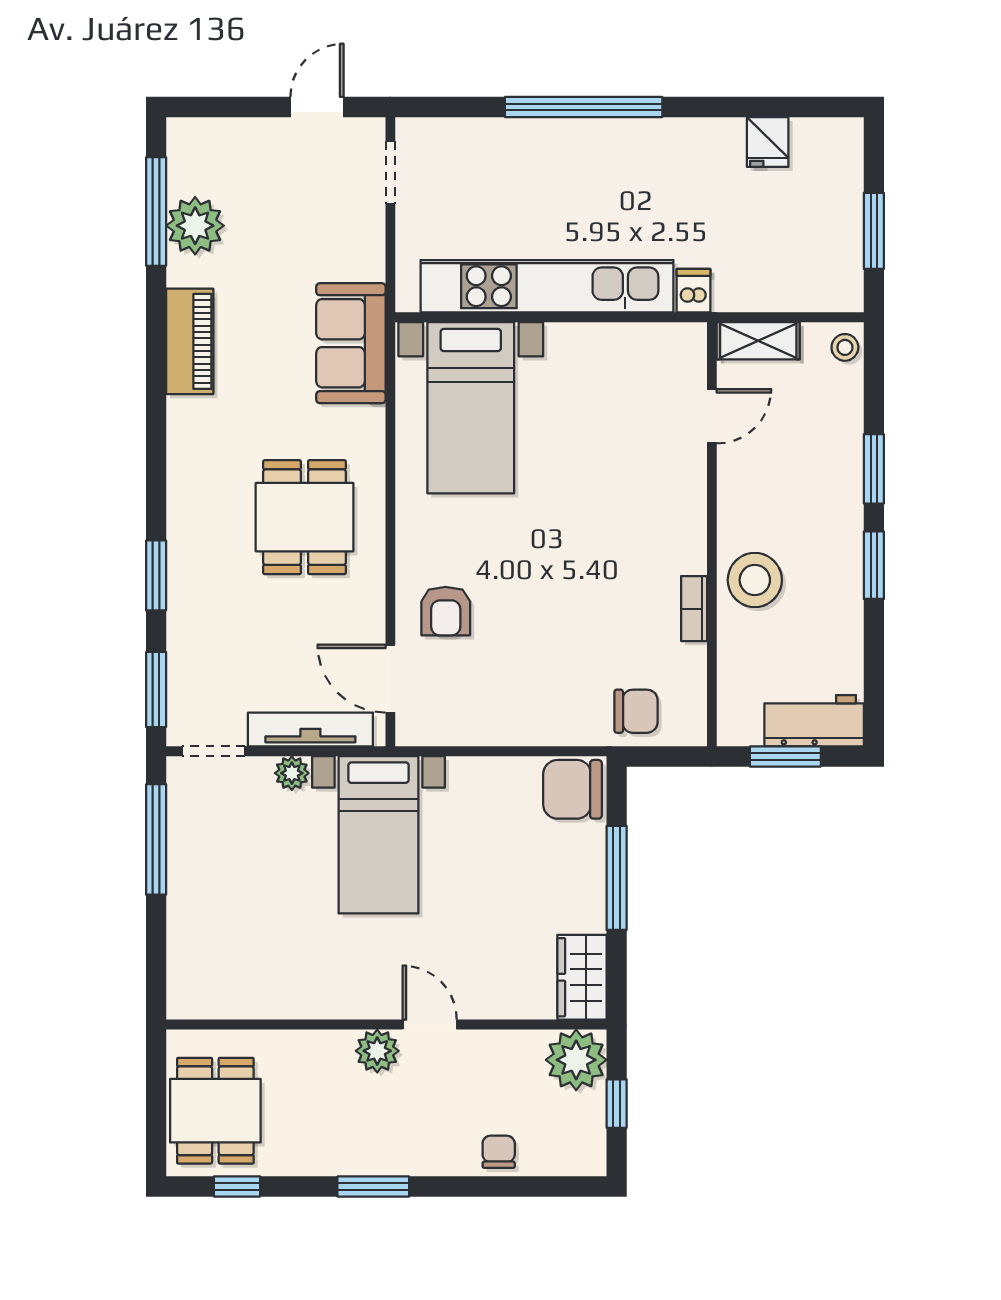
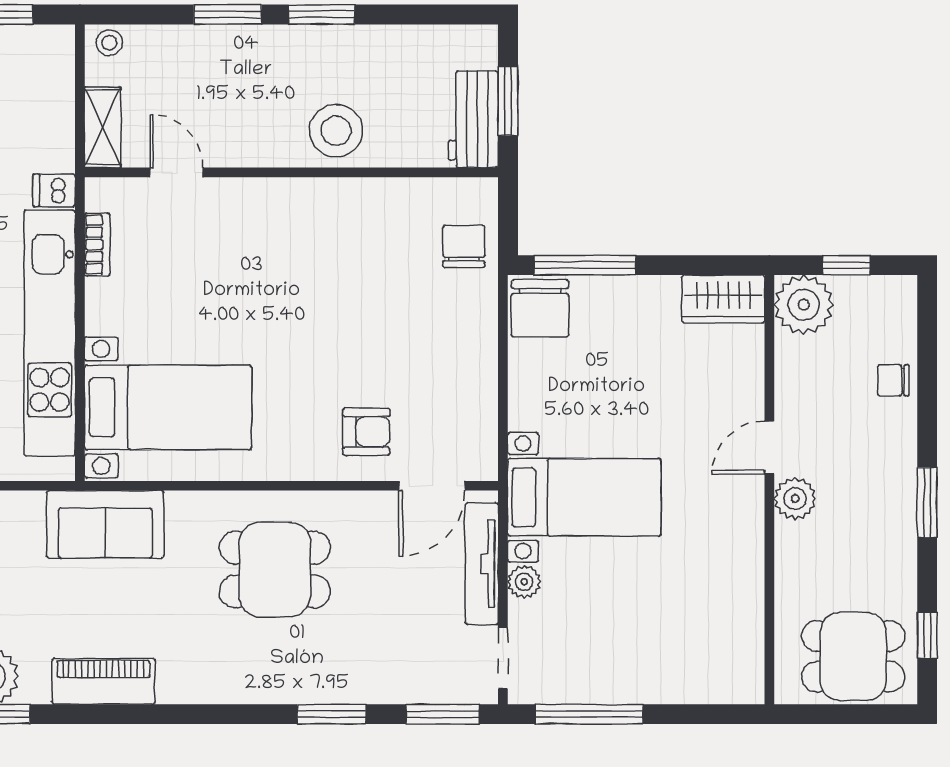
bookcase: (694, 609) -> (97, 245), moved, turned -90
workbench: (814, 721) -> (473, 119), moved
window: (617, 878) -> (585, 265), moved

